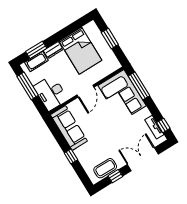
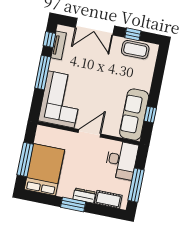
window: (110, 38) -> (25, 160), width x1.44
window: (36, 50) -> (73, 204), moved
bed: (80, 51) -> (44, 170), moved
window: (139, 86) -> (43, 72), moved
window: (71, 156) -> (150, 115), moved

